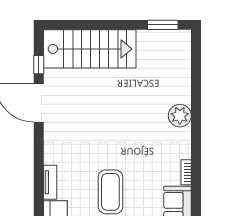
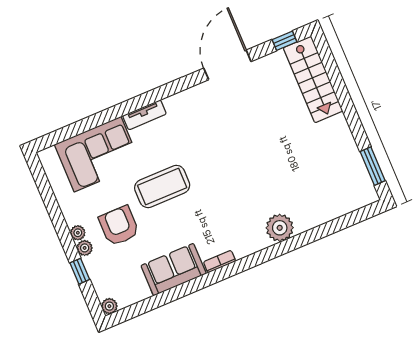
stairs: (90, 49) -> (313, 79), width x0.73, depth x0.66
window: (39, 65) -> (284, 41), moved

